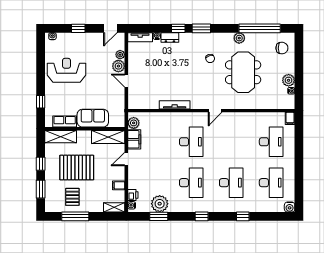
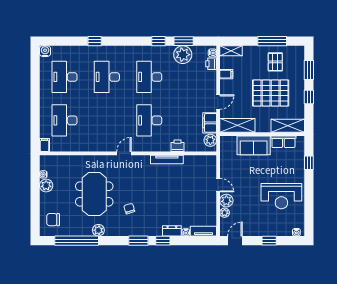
printer: (165, 118) -> (177, 146), added
window: (202, 216) -> (158, 41), moved

